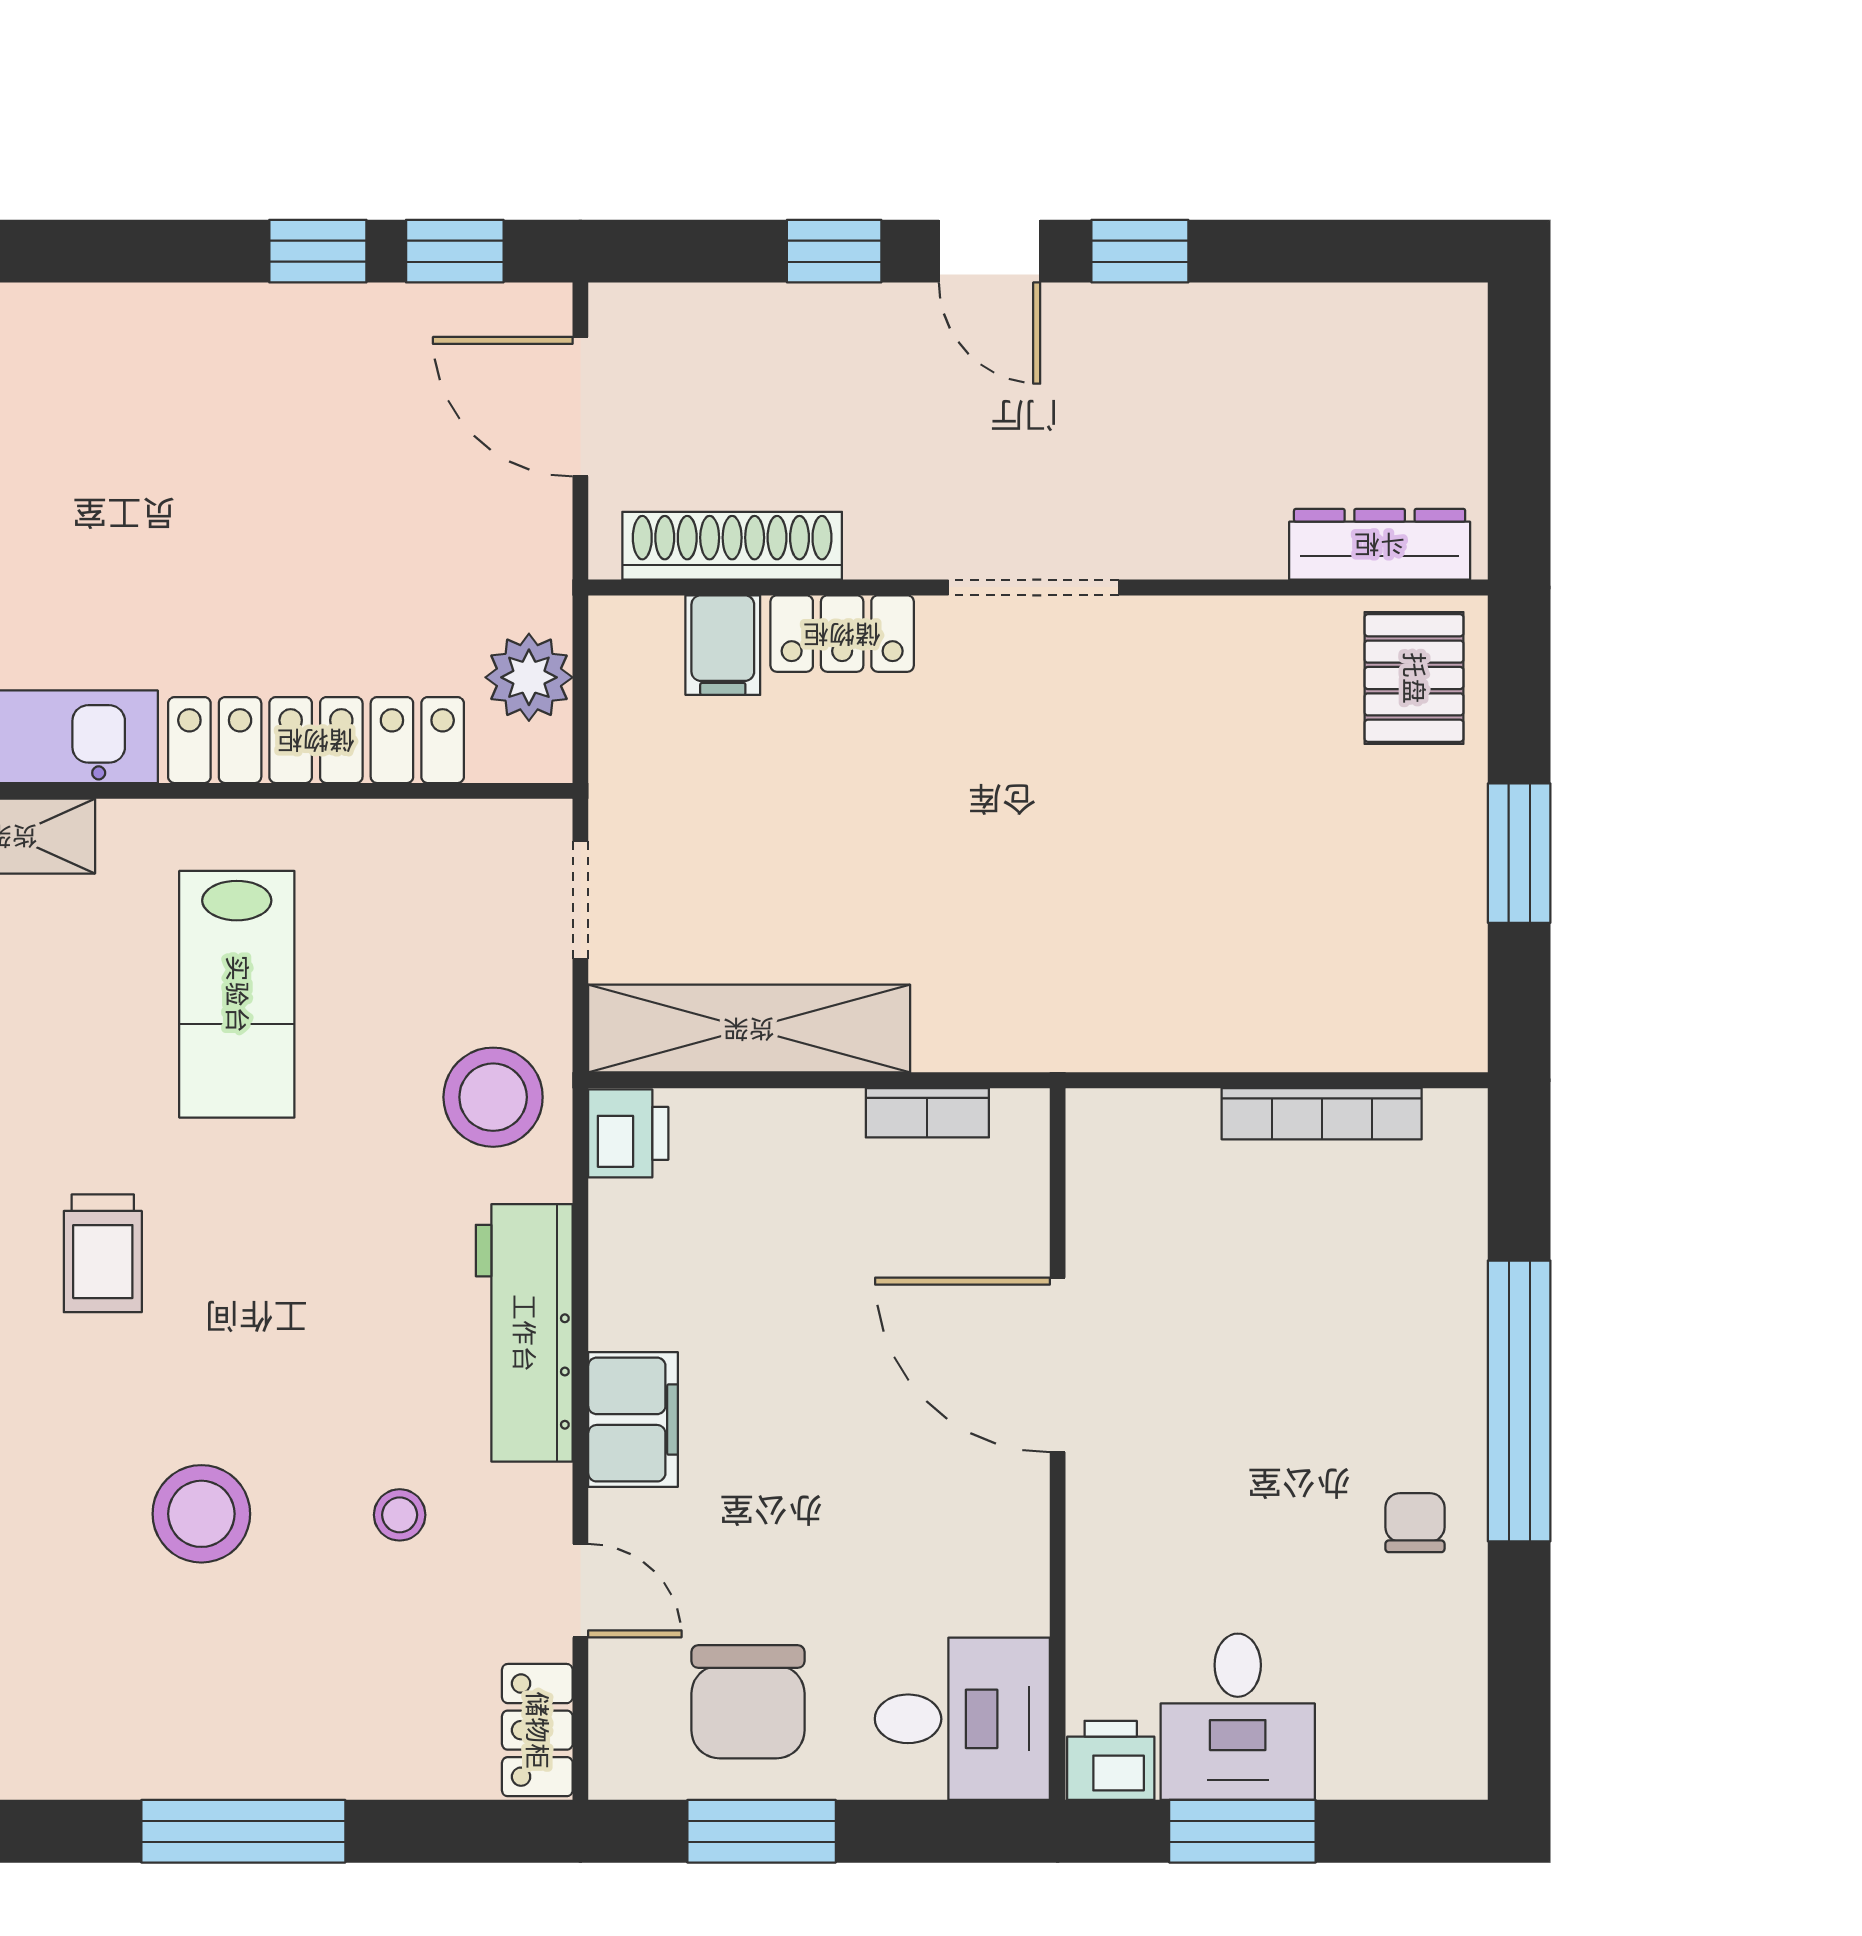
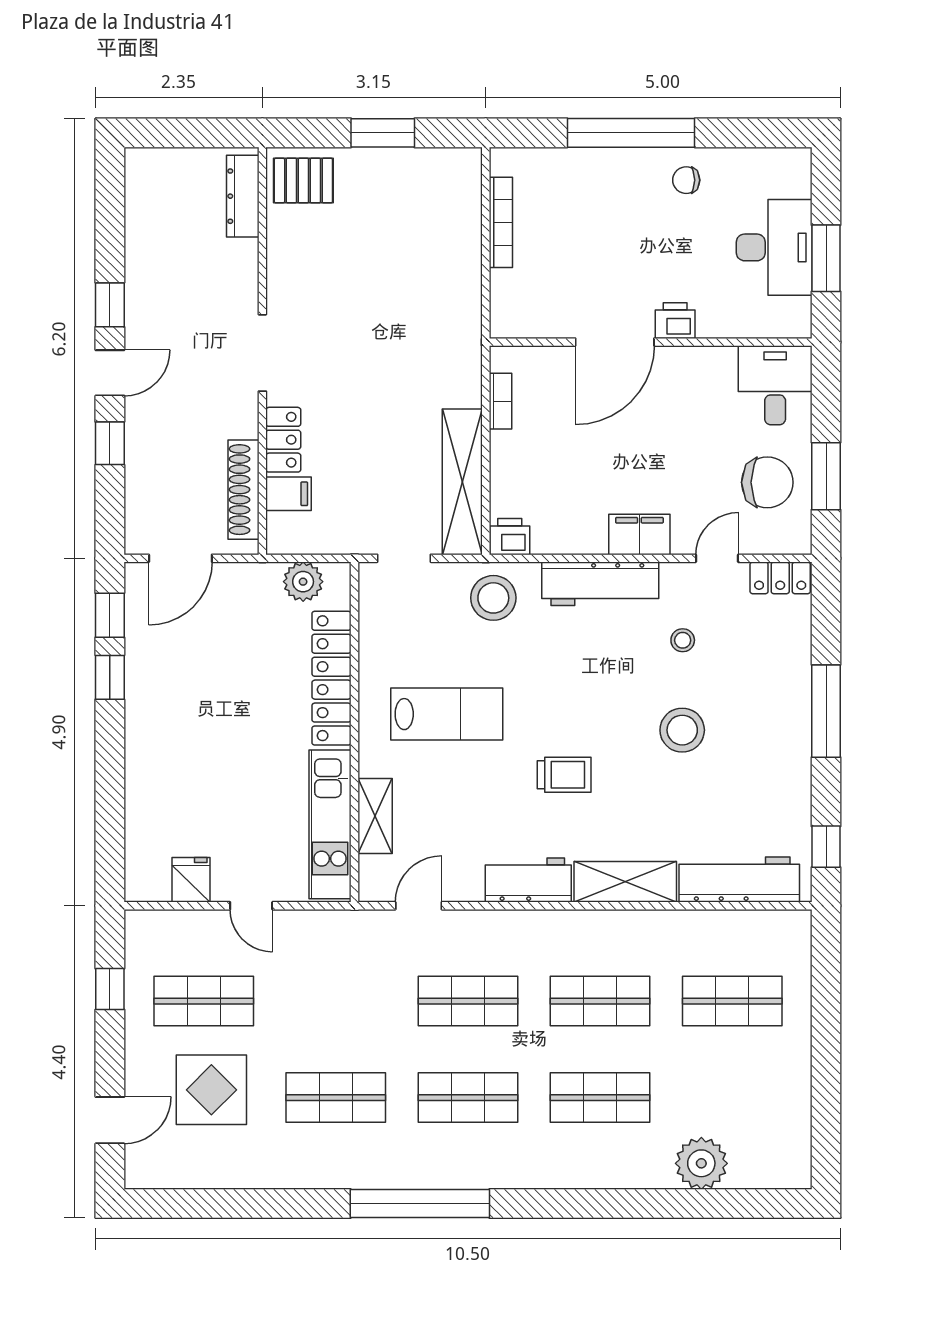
desk: (1238, 1717) -> (774, 247), width x1.37
printer: (1111, 1760) -> (675, 321), moved, turned 90

